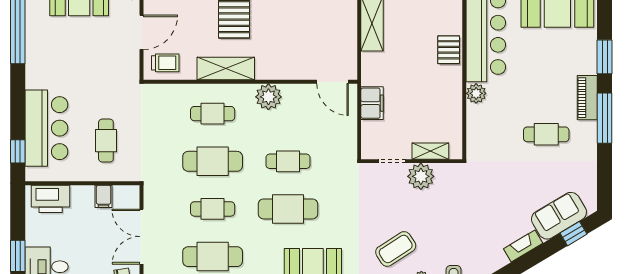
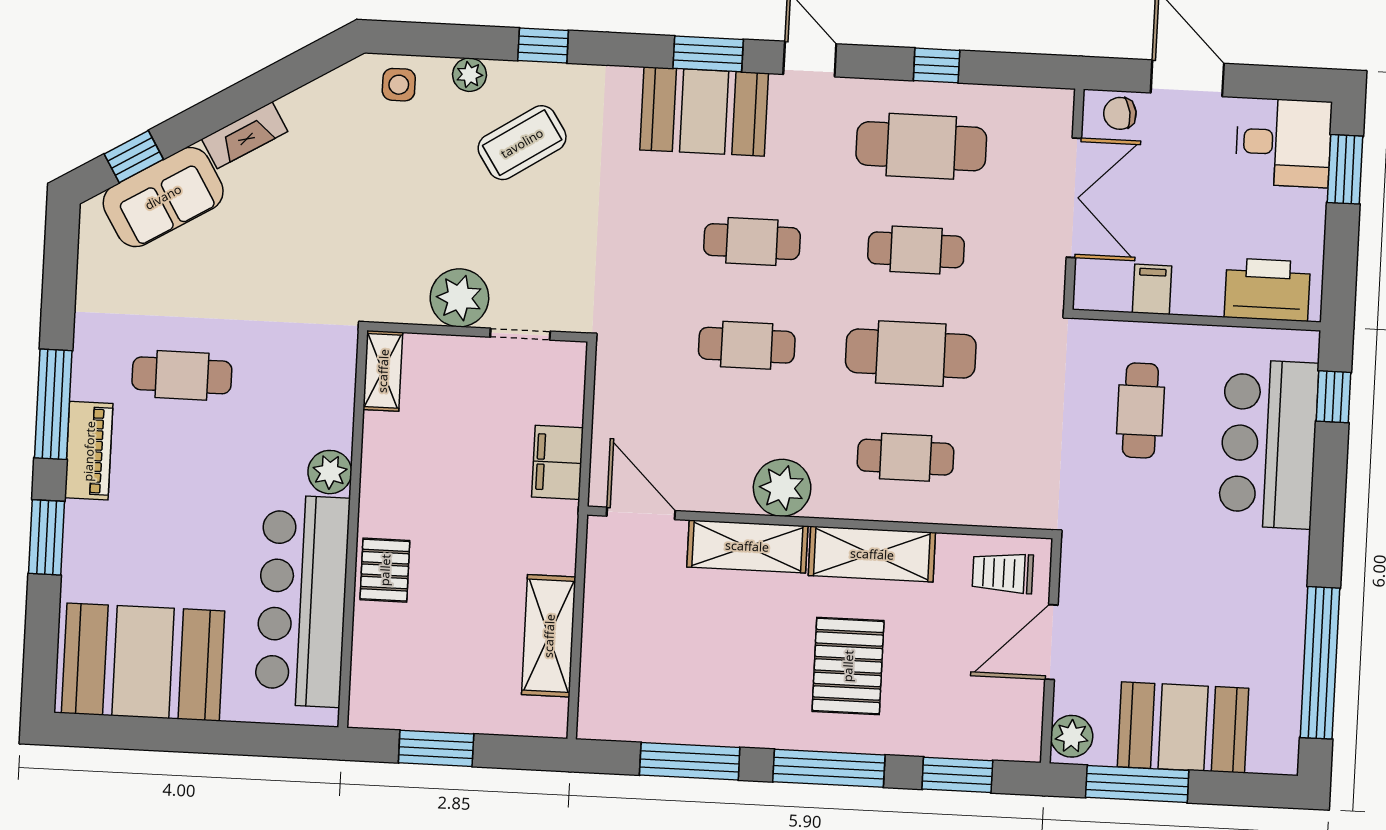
shelving: (283, 69) -> (747, 546), added
shelving: (430, 151) -> (383, 371), moved, turned 90
cafe table: (288, 209) -> (752, 242), width x0.73, depth x0.74

